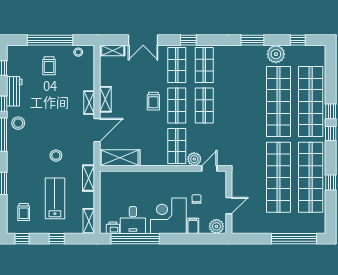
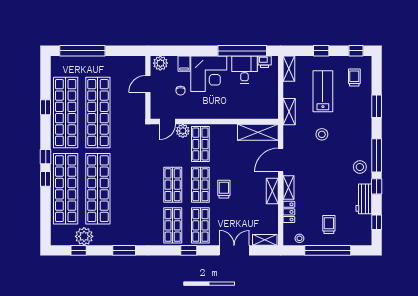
plant: (276, 54) -> (84, 236), moved
locker: (89, 78) -> (289, 212), added
lab bench: (55, 198) -> (323, 91), turned 180

